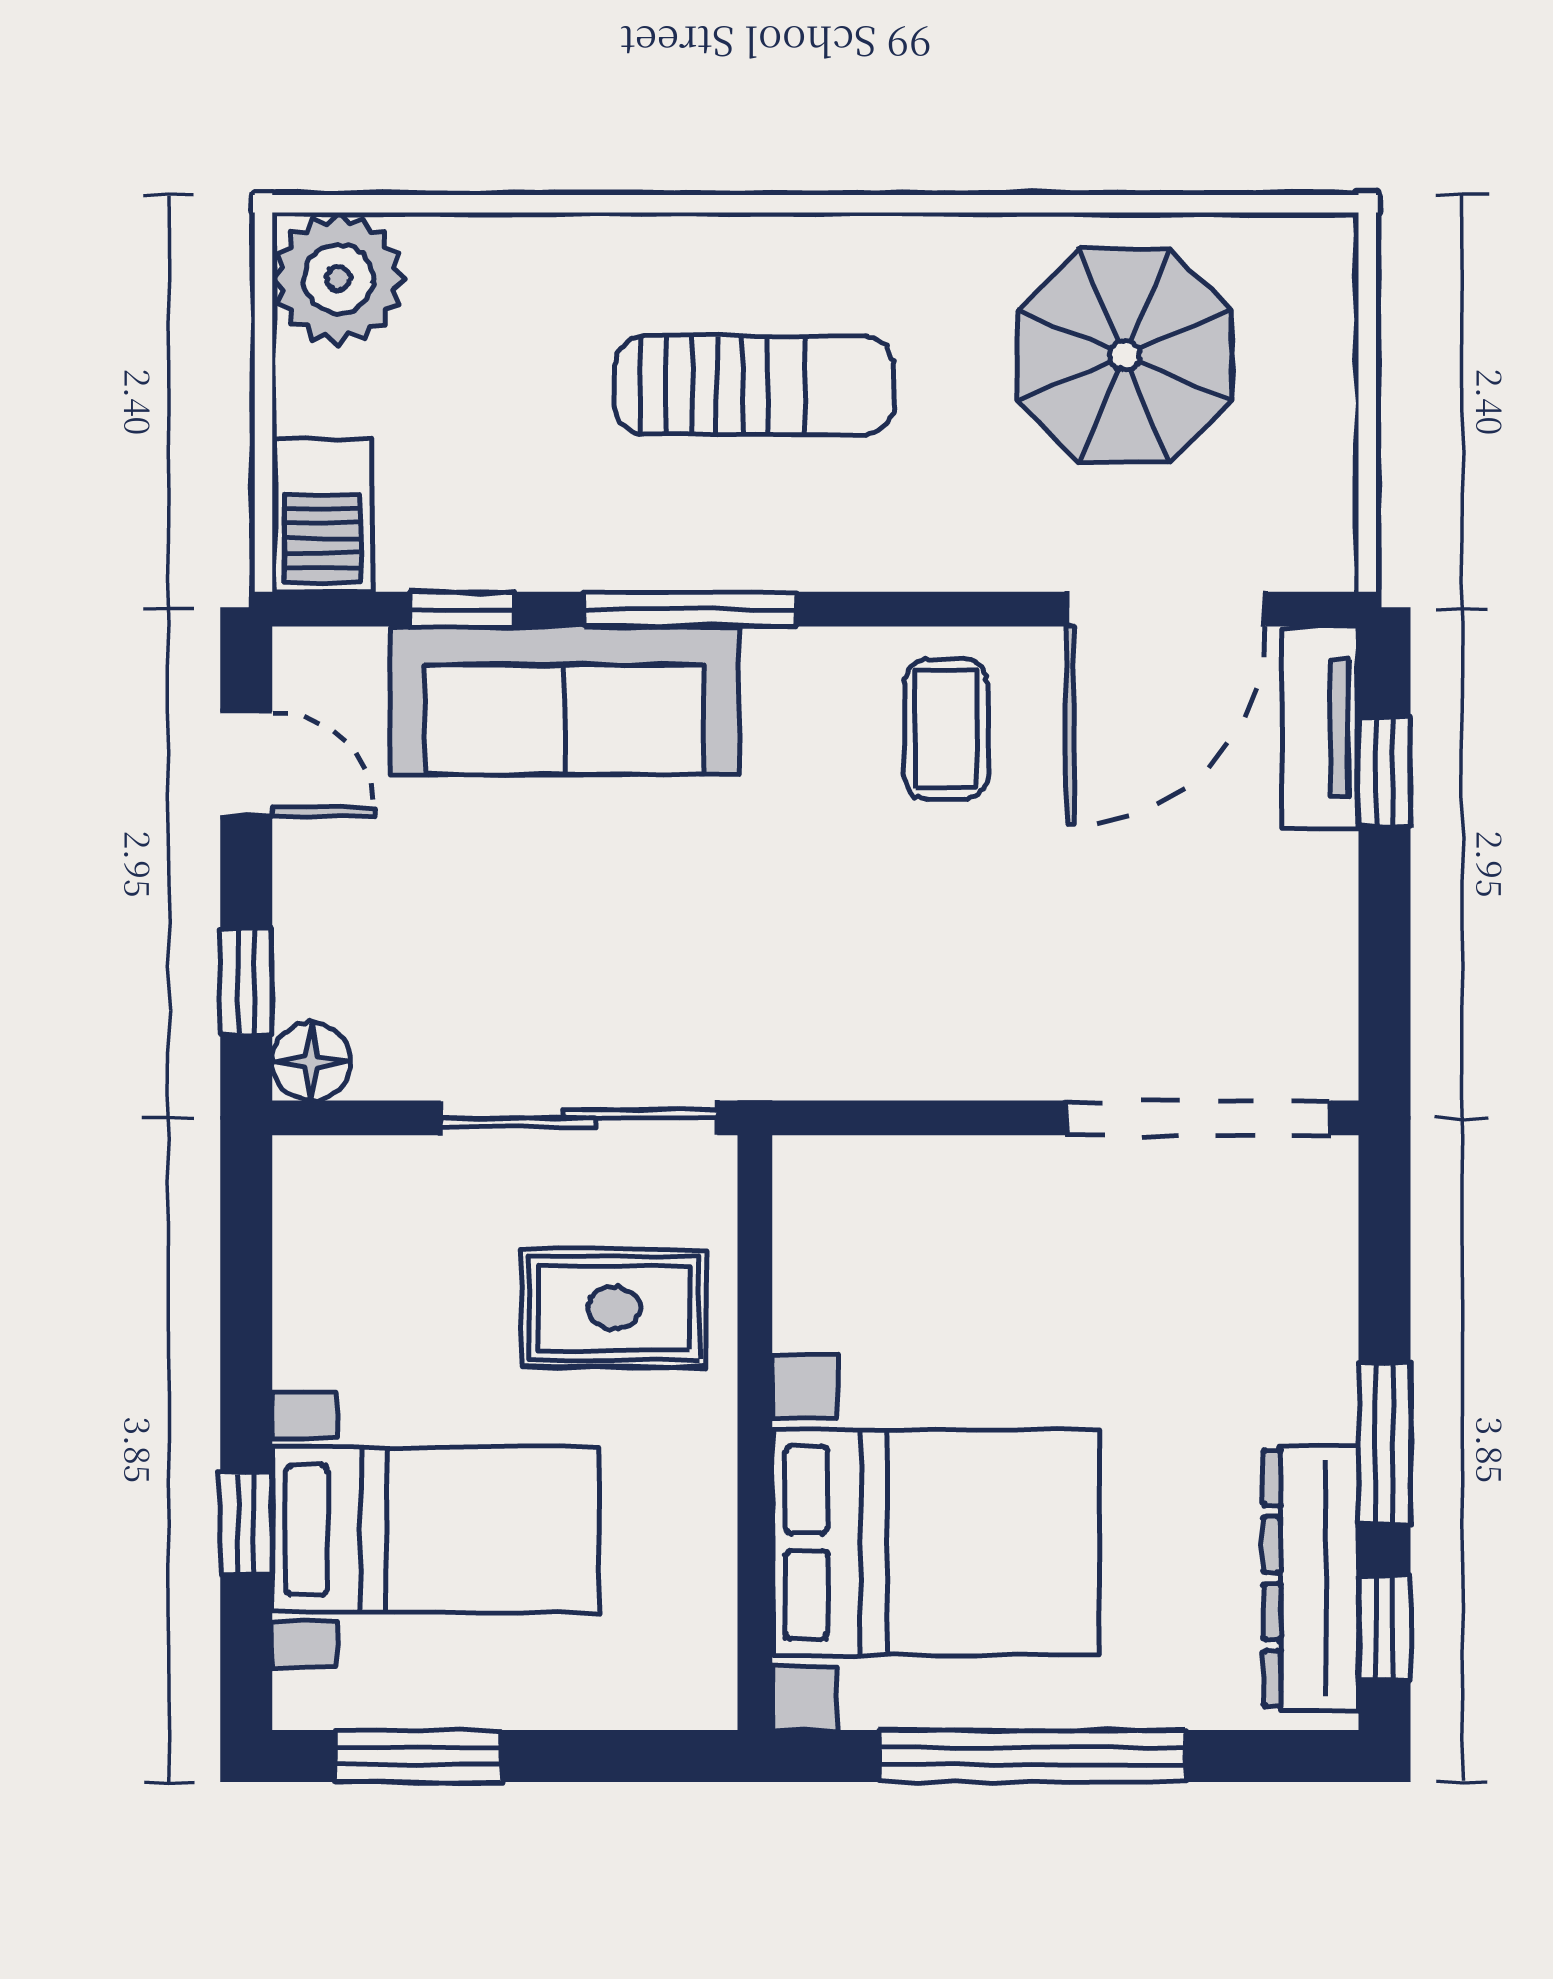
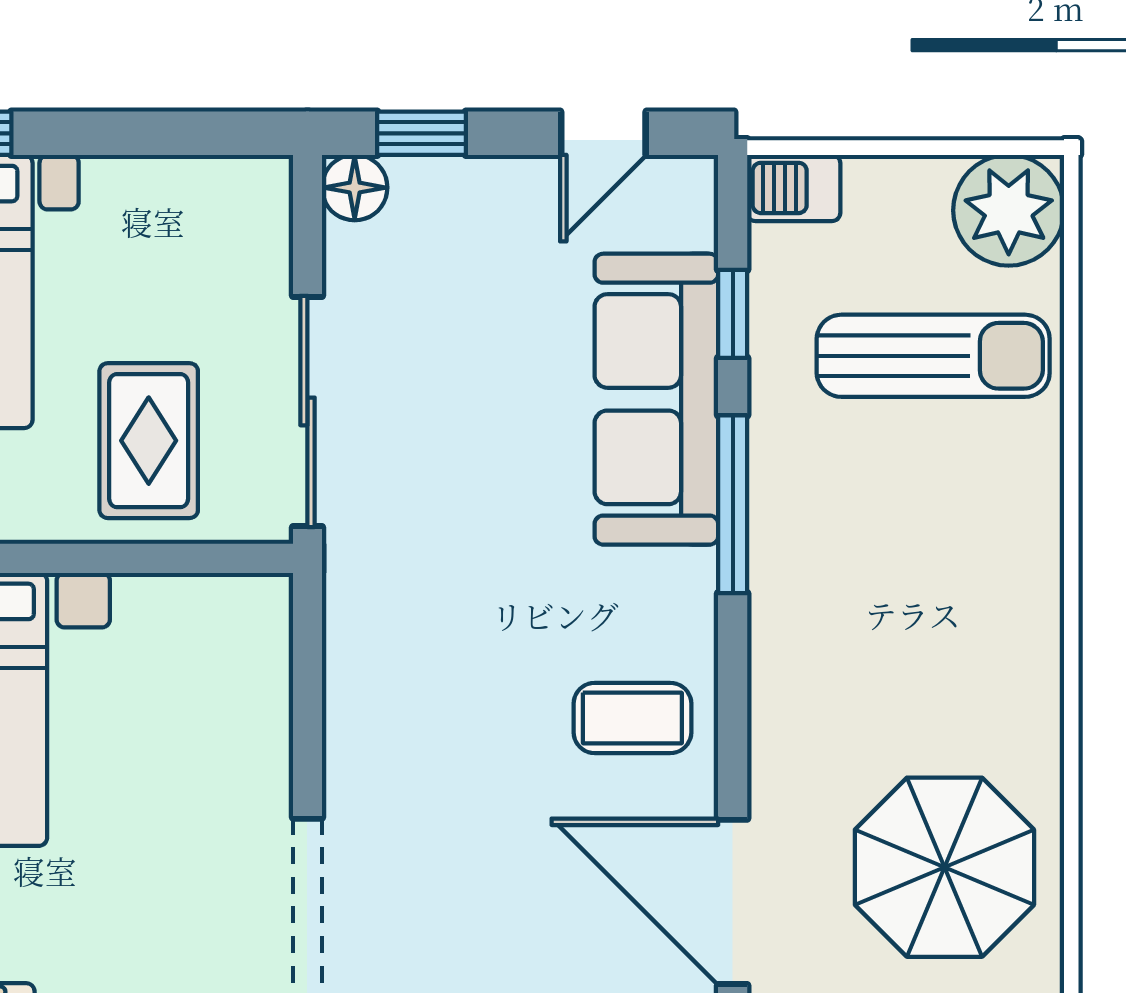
sun lounger: (754, 385) -> (933, 356), moved, turned -90
barbecue: (322, 515) -> (794, 188), width x0.73, depth x0.79

